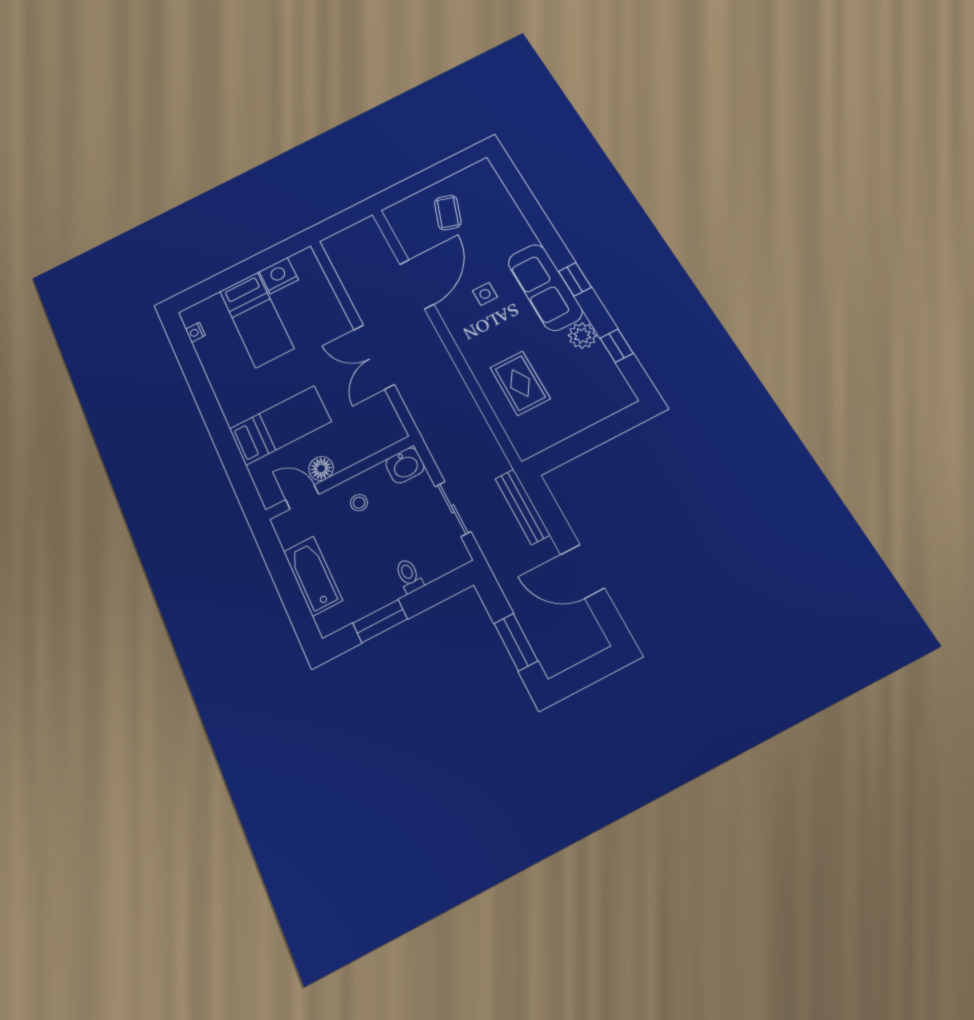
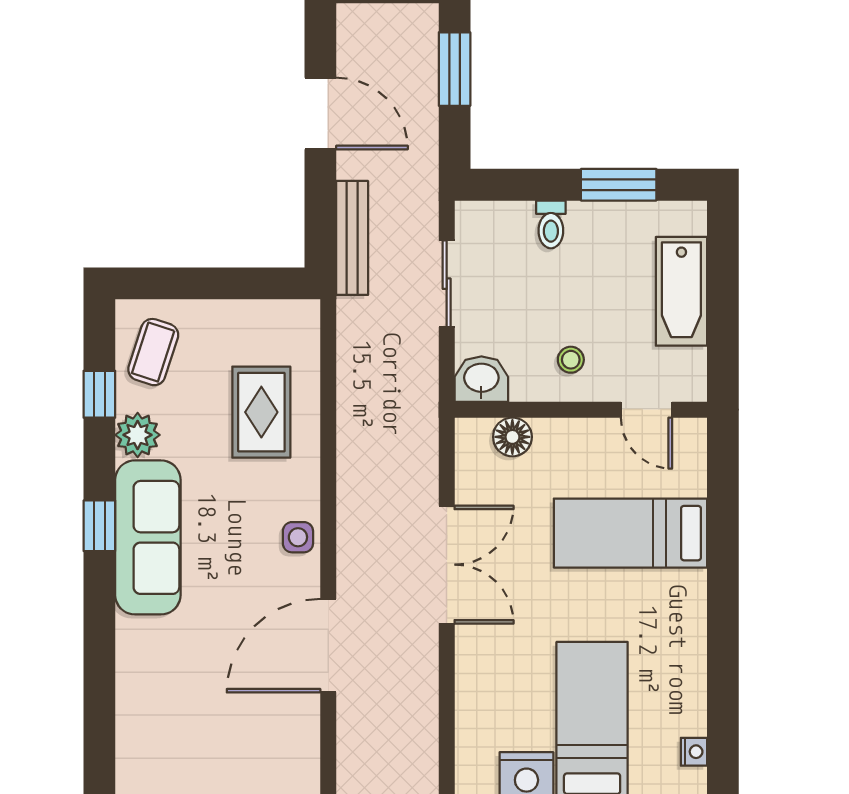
coffee table: (448, 213) -> (153, 352), moved
side table: (485, 294) -> (298, 537), moved
floor lamp: (321, 468) -> (512, 437), moved

